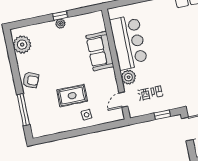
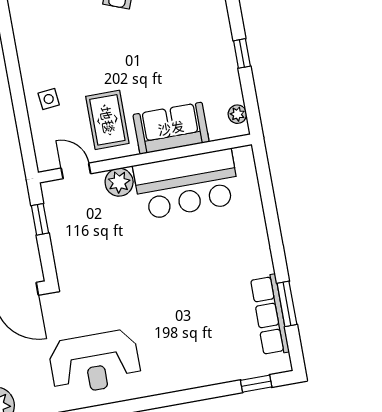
plant: (60, 24) -> (237, 114), moved
rug: (72, 96) -> (107, 120), moved
window: (162, 115) -> (40, 219), moved

